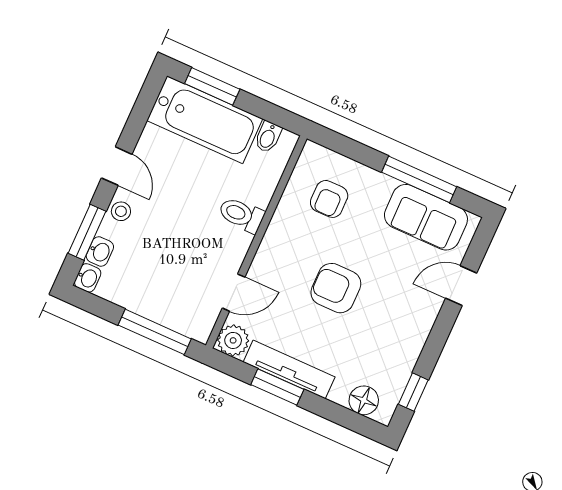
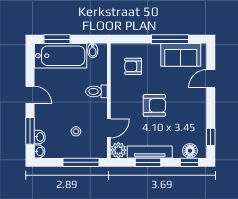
armchair: (329, 199) -> (133, 66), turned 90
stool: (121, 211) -> (76, 131), moved
armchair: (336, 288) -> (154, 105), turned 180
window: (353, 421) -> (189, 162), added

